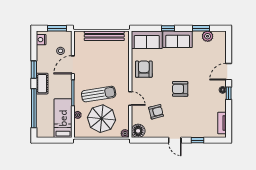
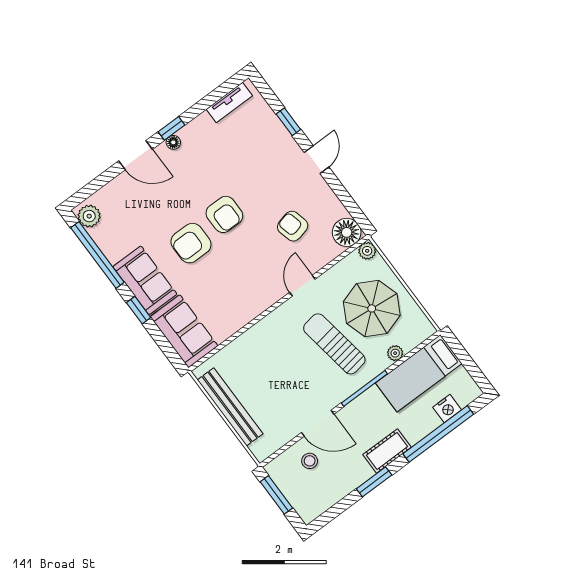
window: (201, 28) -> (97, 255), width x2.11
plant: (208, 36) -> (89, 216), moved
nightstand: (41, 40) -> (447, 409), moved
armchair: (144, 69) -> (191, 243), moved

